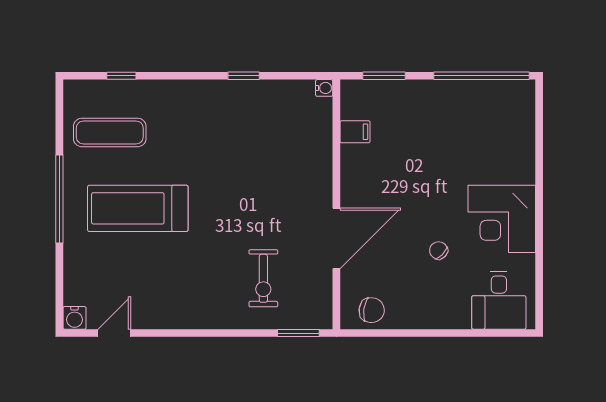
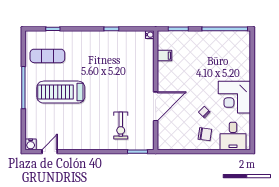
chair: (372, 310) -> (205, 134), moved

